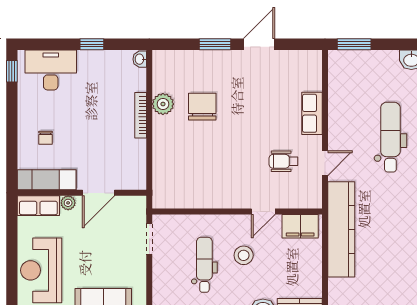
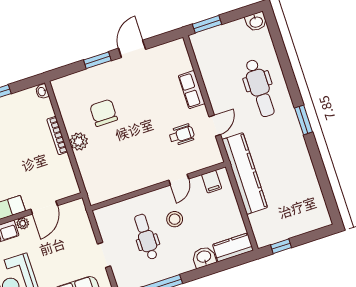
plant: (163, 104) -> (79, 141), moved
dental chair: (390, 137) -> (260, 88), turned 180
wheelchair: (284, 161) -> (182, 135), turned 180
filing cabinet: (300, 226) -> (212, 182), width x0.50
doorway: (149, 239) -> (104, 255), moved

